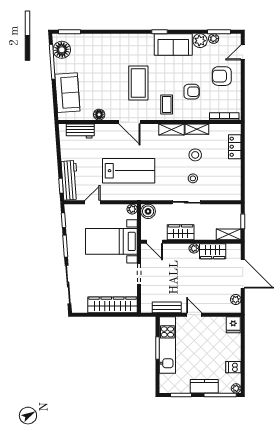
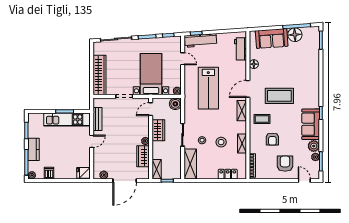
floor lamp: (62, 50) -> (295, 35), moved
shelving: (171, 130) -> (242, 111), moved
shelving: (222, 193) -> (190, 164), added

